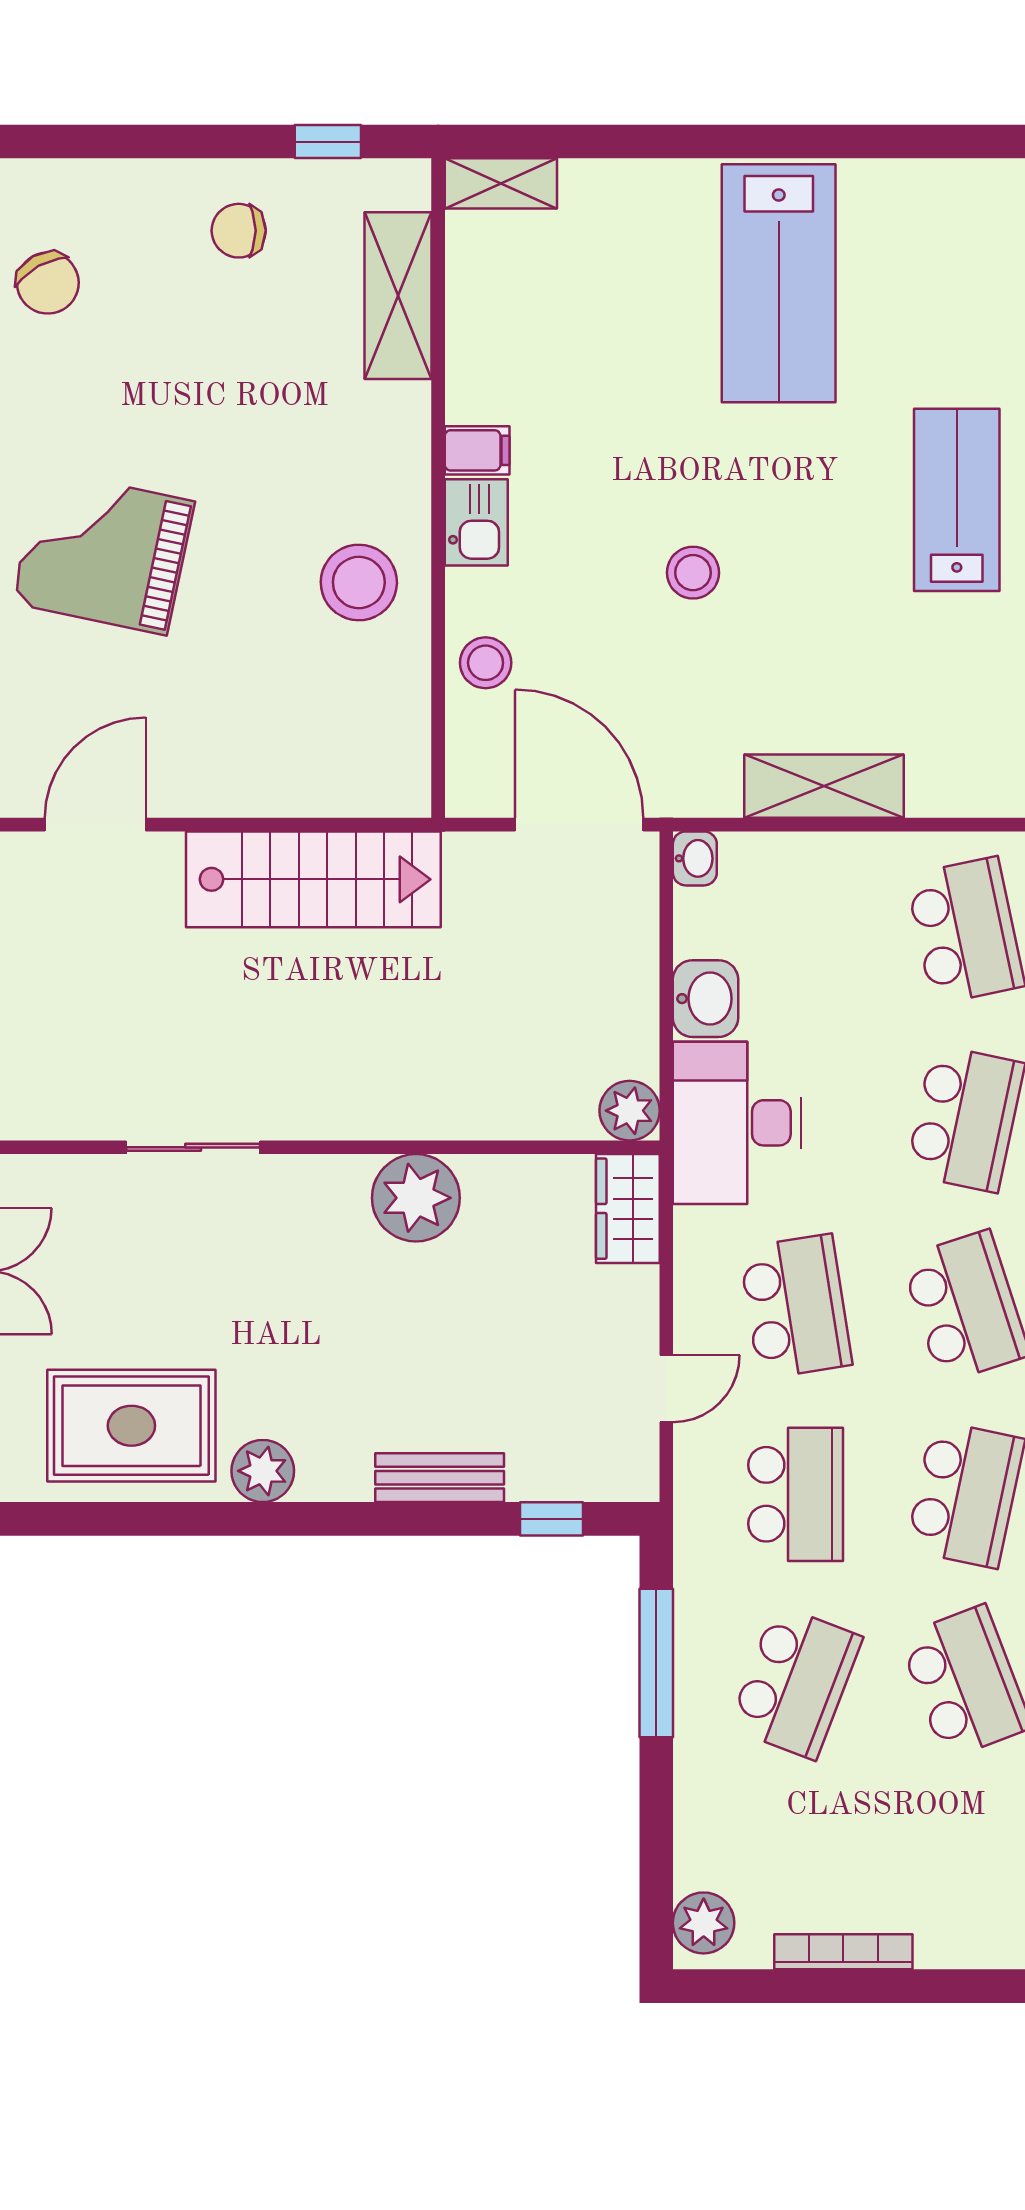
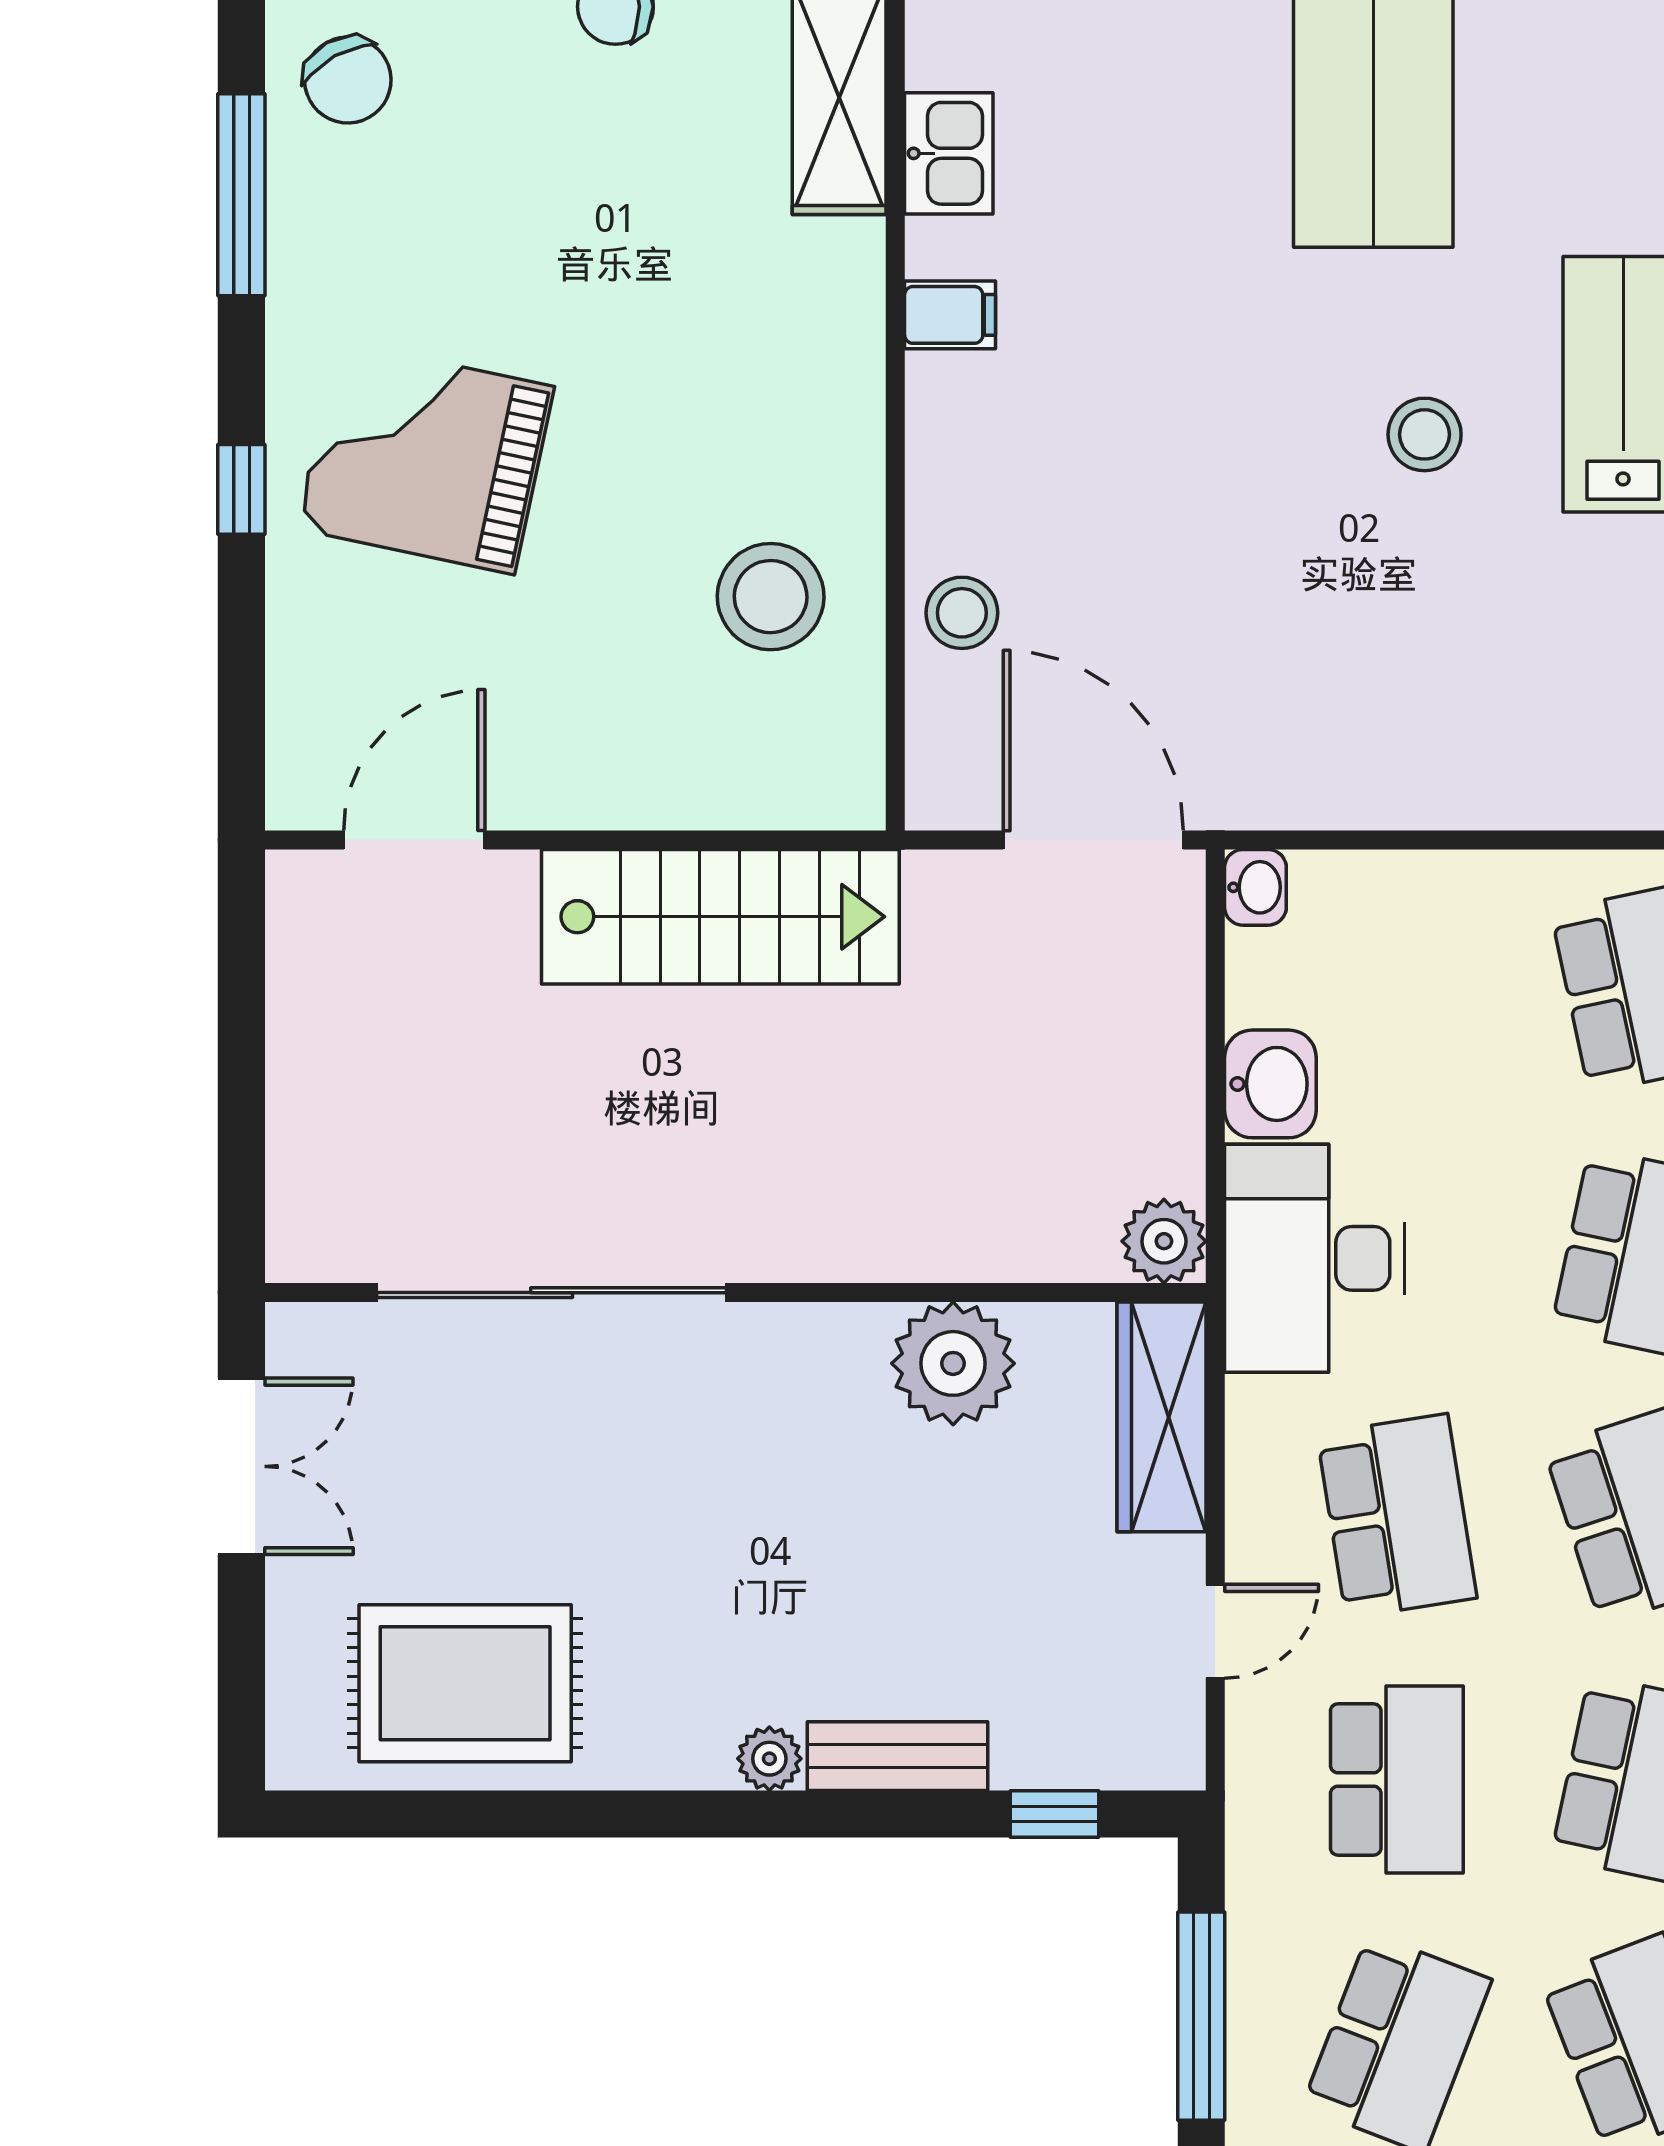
kitchen sink: (476, 522) -> (949, 153), moved
stool: (693, 573) -> (1425, 434), moved
stool: (359, 582) -> (771, 597), moved
shelving: (824, 786) -> (1437, 786), removed
sliding door: (193, 1147) -> (552, 1293), width x1.86
plant: (416, 1198) -> (953, 1363), moved
wardrobe: (628, 1209) -> (1162, 1417), width x1.50
plant: (263, 1471) -> (769, 1759), moved, width x0.73, depth x0.73

